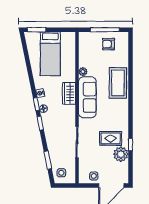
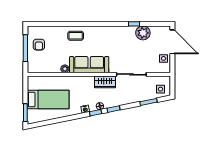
coffee table: (118, 83) -> (76, 36), width x0.54, depth x0.58
wardrobe: (69, 93) -> (105, 82), moved
rug: (111, 138) -> (128, 43), removed

